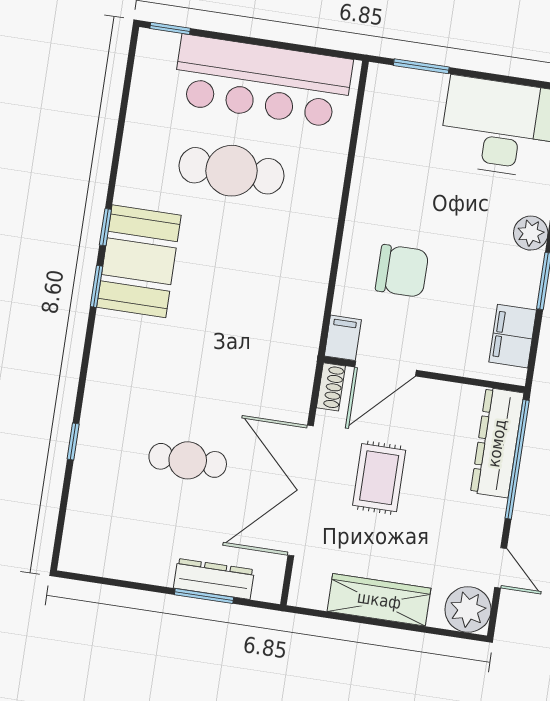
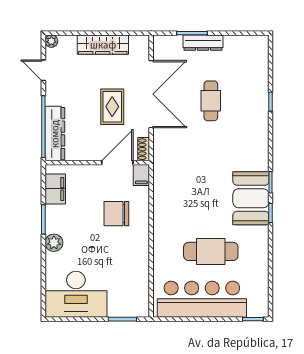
cafe table: (188, 460) -> (211, 101), turned 90
dresser: (214, 579) -> (203, 43), moved
plant: (468, 609) -> (51, 41), width x0.53, depth x0.53

